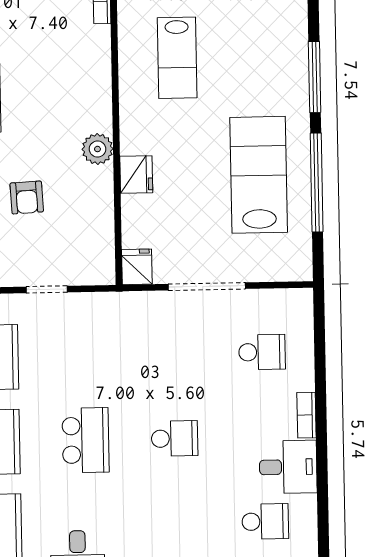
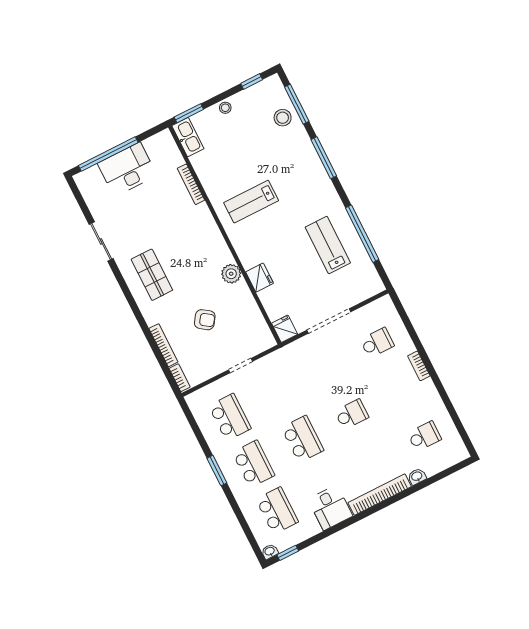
lab bench: (177, 58) -> (251, 202), turned 90
window: (315, 77) -> (324, 158), moved
lab bench: (259, 175) -> (328, 245), width x0.73, depth x0.72
armchair: (27, 197) -> (205, 320), turned -52
desk: (288, 467) -> (423, 400), removed

